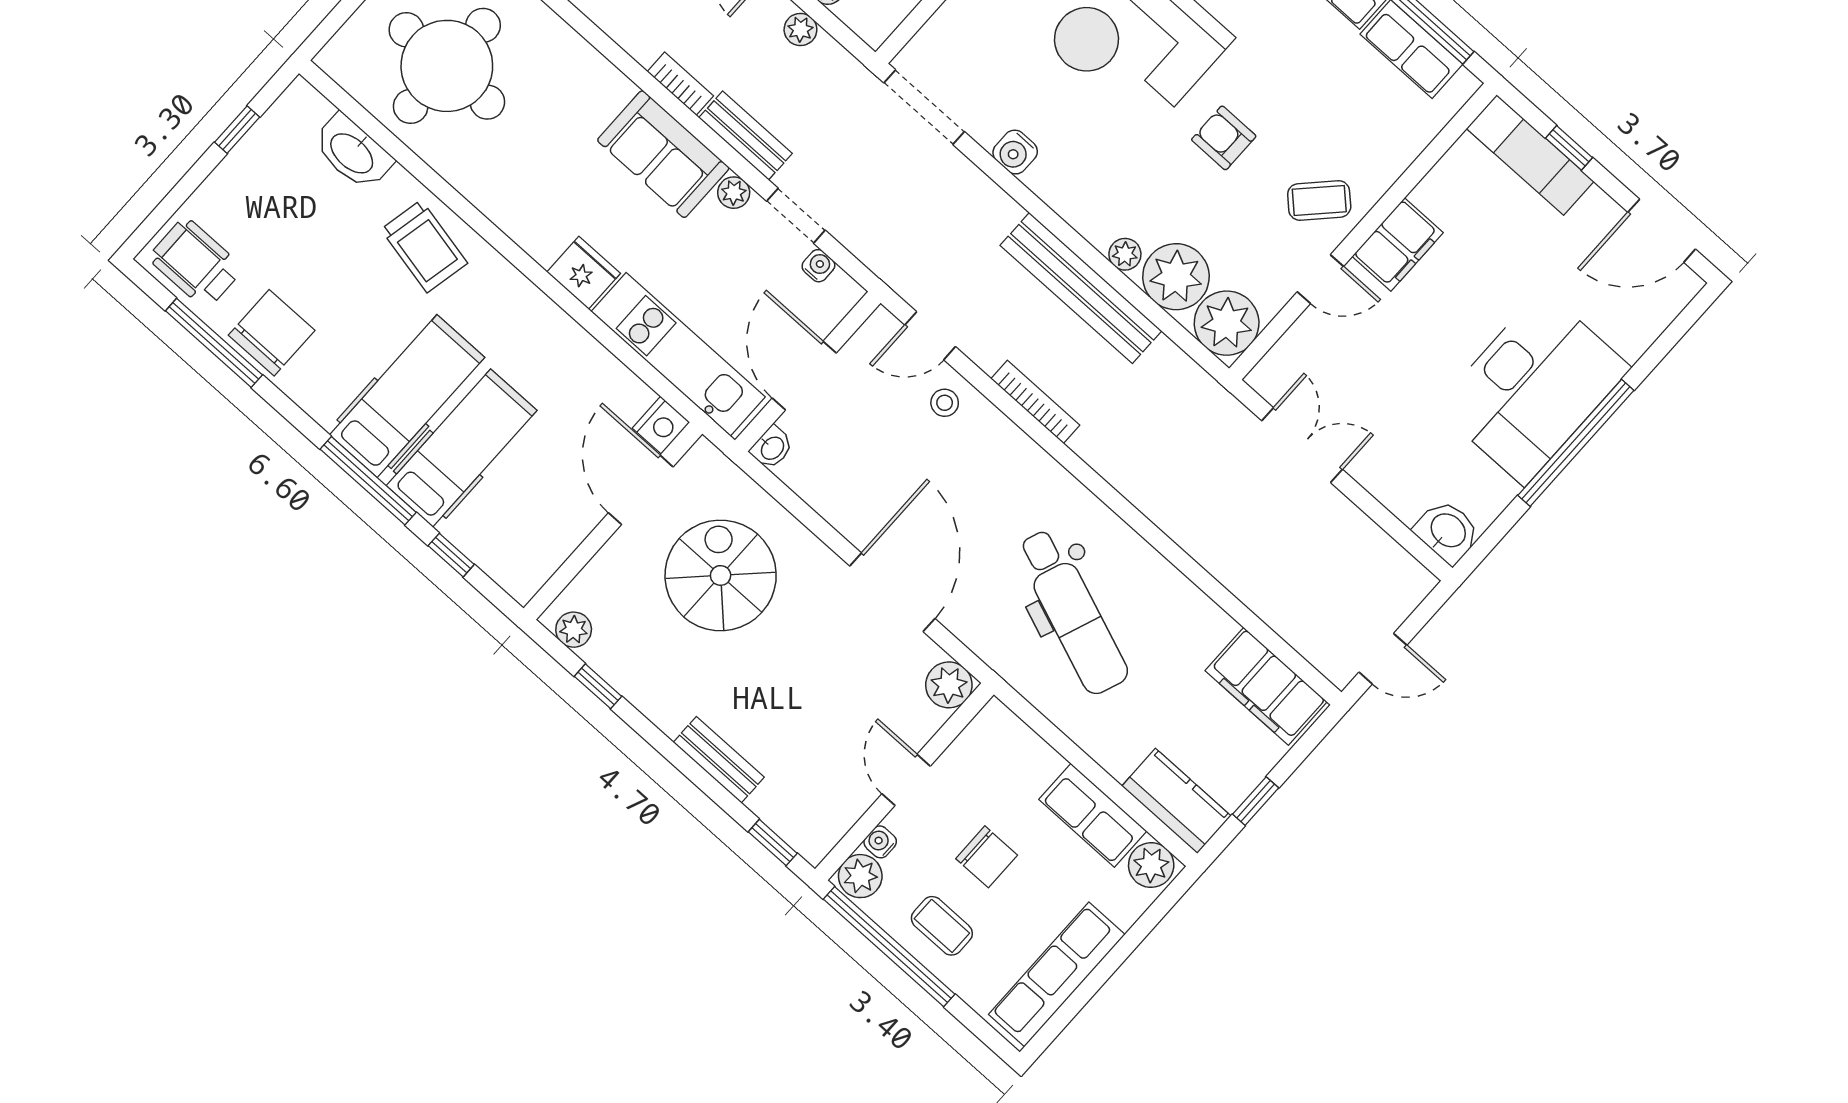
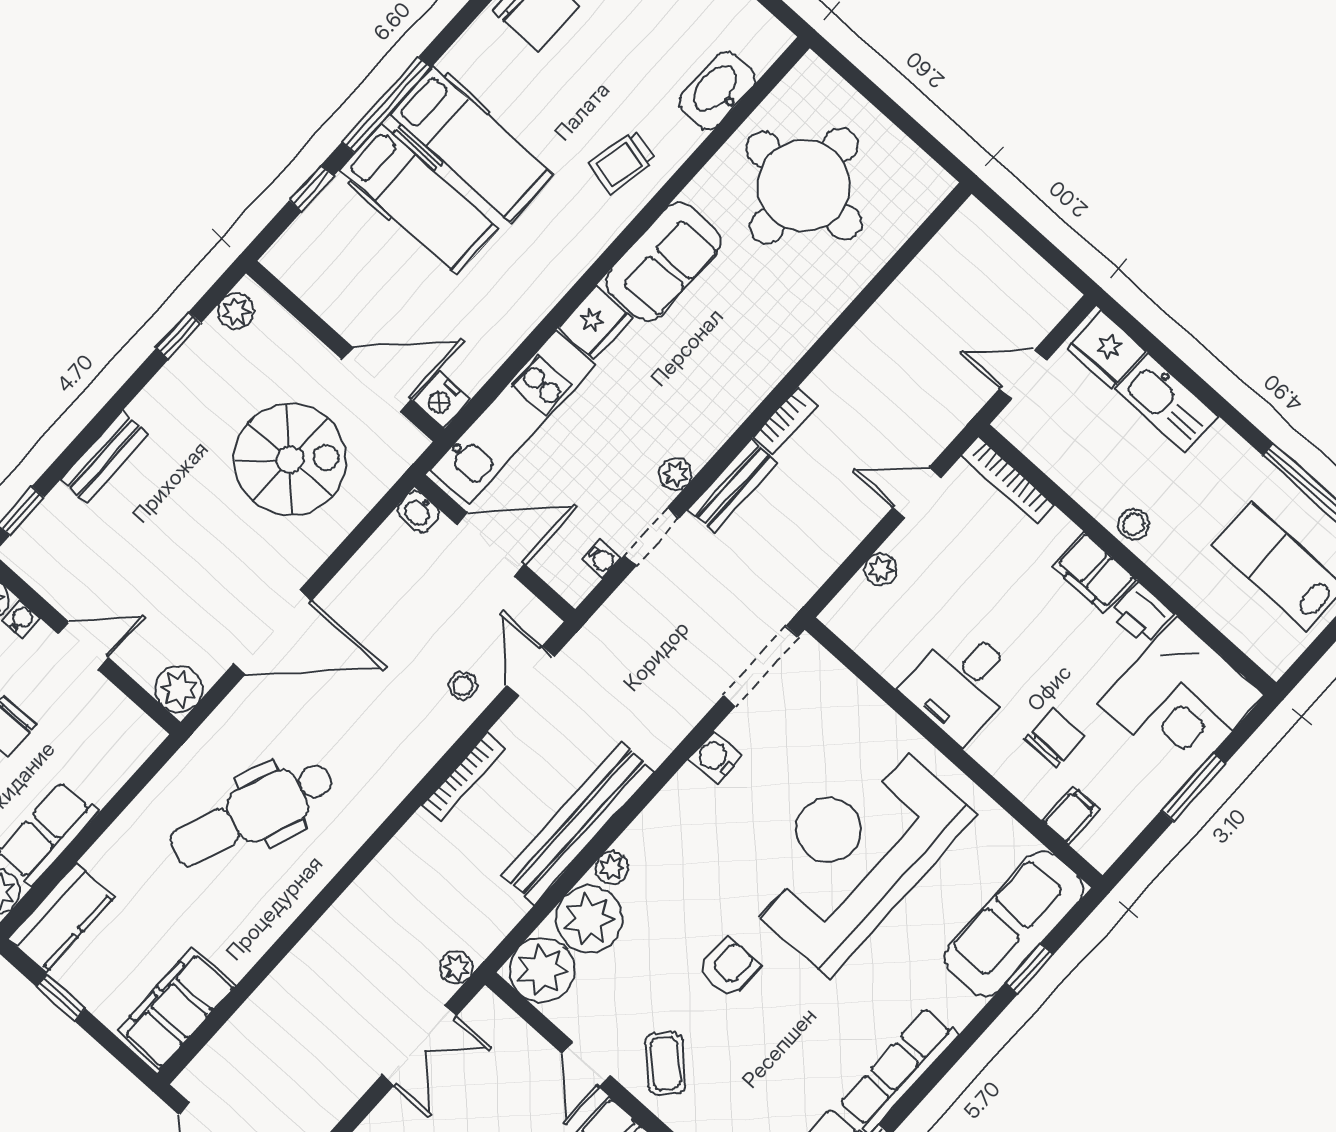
plant: (800, 29) -> (456, 967), moved
sofa: (663, 154) -> (663, 262), moved, turned 180
trolley: (424, 246) -> (622, 162), width x0.73, depth x0.72

